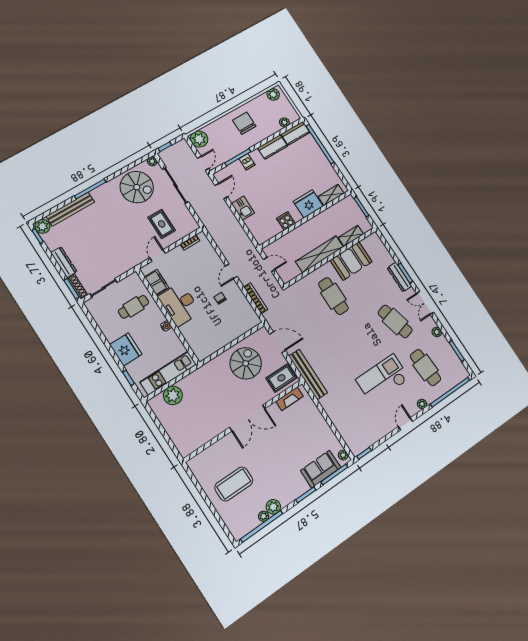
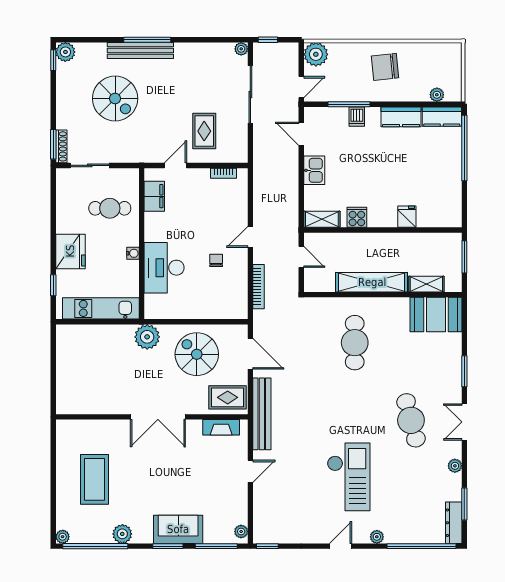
plant: (273, 94) -> (446, 51), removed
chair: (244, 123) -> (385, 67), turned -96
spiral stairs: (137, 187) -> (115, 99), moved
door: (221, 191) -> (301, 134), swing flipped
shelving: (331, 195) -> (322, 219), moved
fridge: (308, 204) -> (407, 217), width x0.53, depth x0.75
bench: (70, 209) -> (140, 50), moved
booth: (351, 261) -> (436, 315), moved
dresser: (64, 262) -> (64, 108), removed
dresser: (399, 277) -> (454, 523), moved
desk: (179, 304) -> (164, 268), moved
spiral stairs: (246, 363) -> (197, 354), turned -90
cafe table: (426, 368) -> (411, 498), removed
checkout: (383, 379) -> (349, 477), turned 90
plant: (173, 395) -> (147, 337), moved
door: (324, 414) -> (250, 471), added
sofa: (321, 469) -> (178, 529), moved
coffee table: (234, 484) -> (95, 479), turned 90
plant: (264, 516) -> (63, 537), moved

